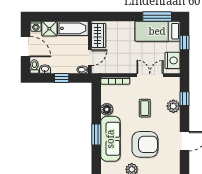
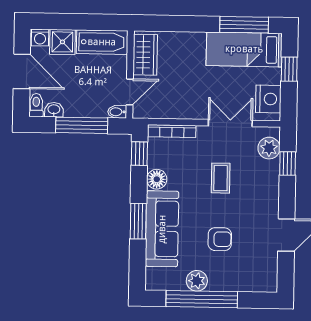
window: (62, 78) -> (82, 125), width x2.17
window: (96, 94) -> (139, 154), added
plant: (173, 106) -> (269, 148), moved
armchair: (145, 144) -> (220, 239), width x0.53, depth x0.53

